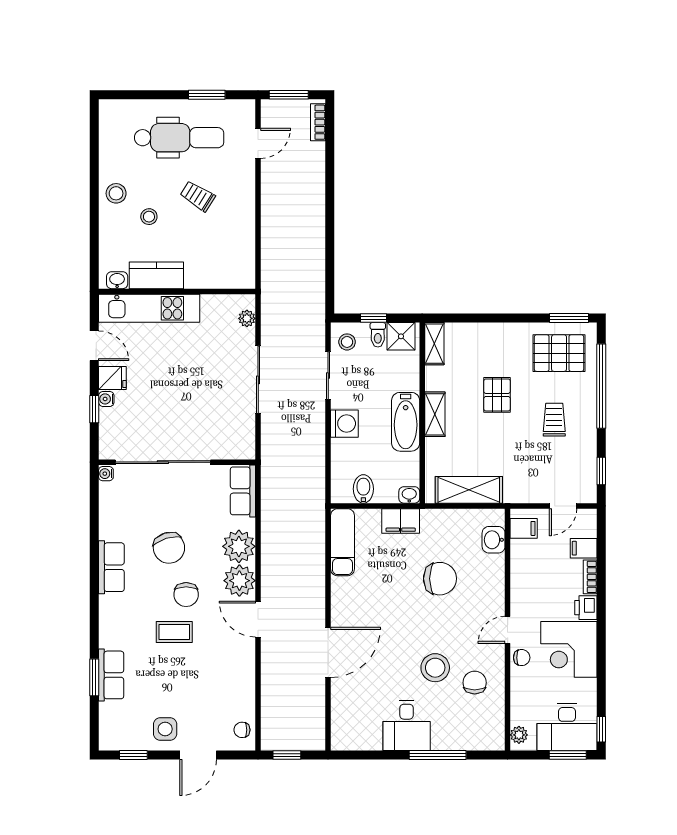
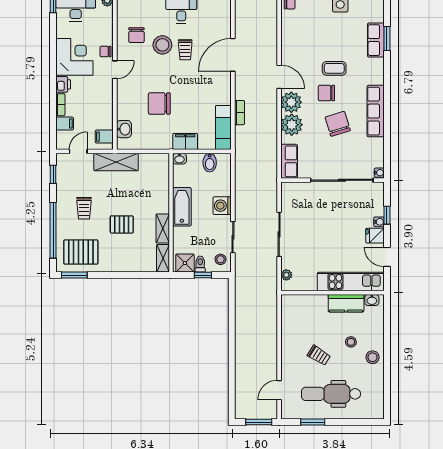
bookcase: (318, 122) -> (240, 113), moved
pallet: (497, 395) -> (122, 224), turned 90
shelving: (435, 414) -> (163, 228), moved
shelving: (469, 490) -> (116, 162), moved
row of seats: (111, 567) -> (376, 111), width x1.48
chair: (186, 595) -> (326, 93), turned -90
trolley: (401, 660) -> (185, 50), added

